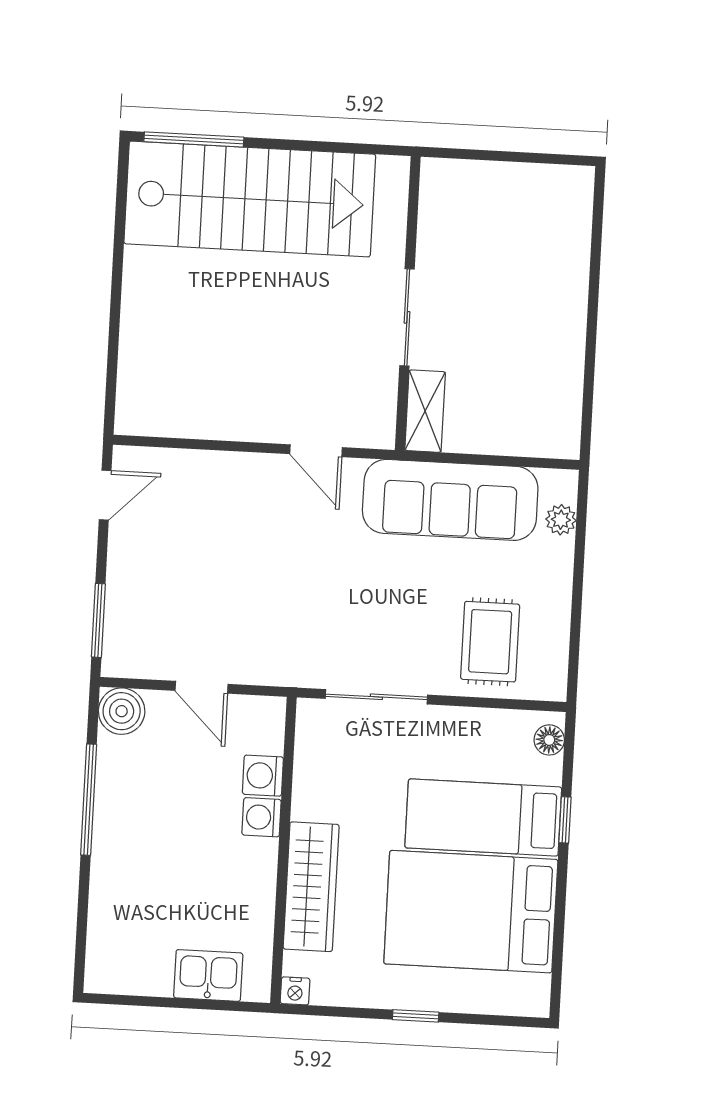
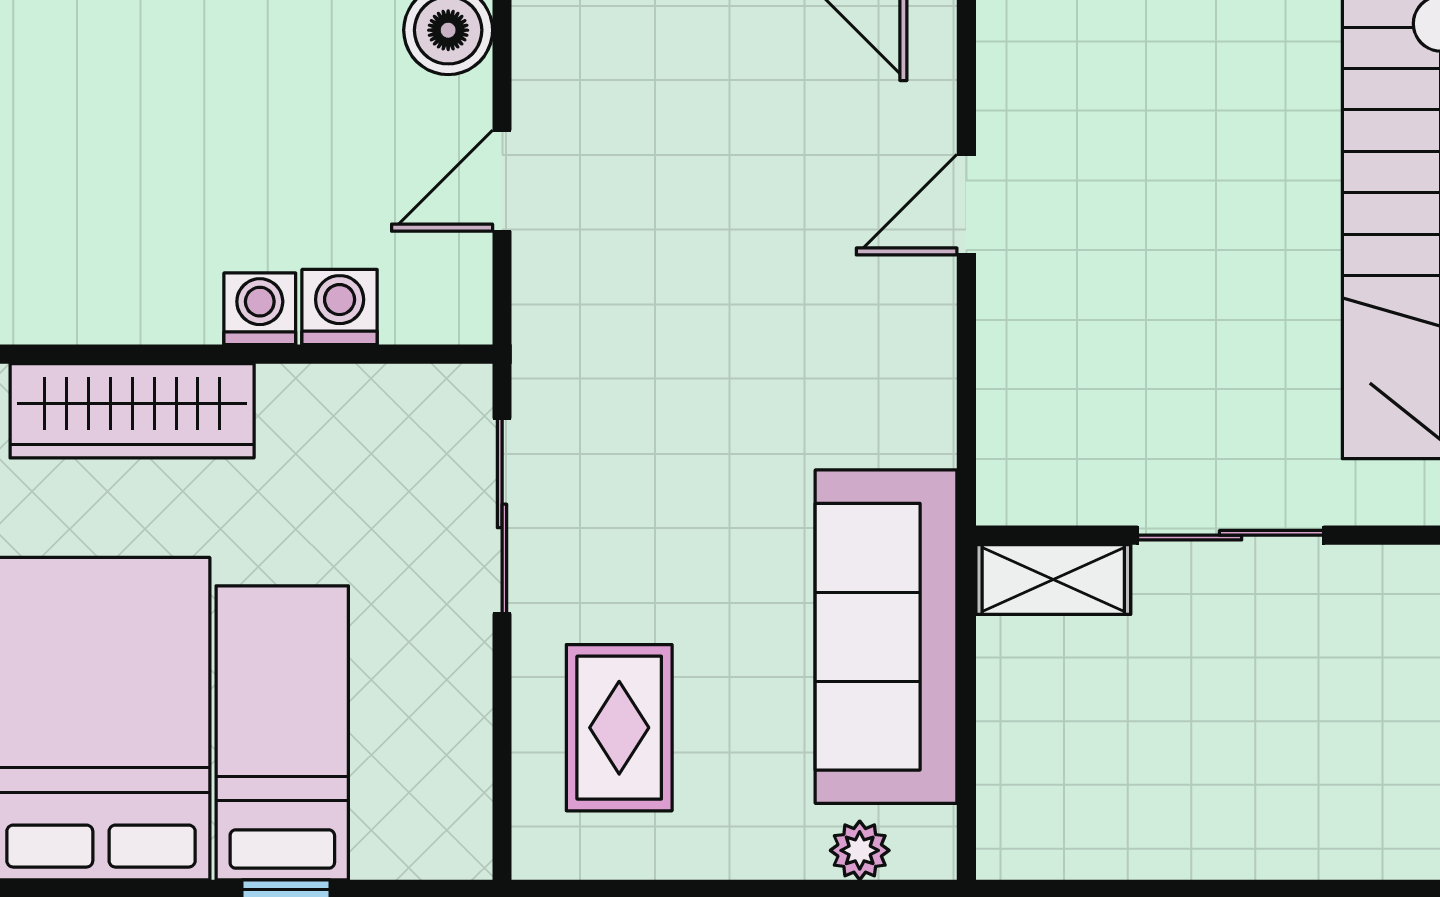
door: (316, 451) -> (966, 205), moved
rug: (490, 642) -> (619, 728), turned 90
floor lamp: (549, 740) -> (437, 851), removed

